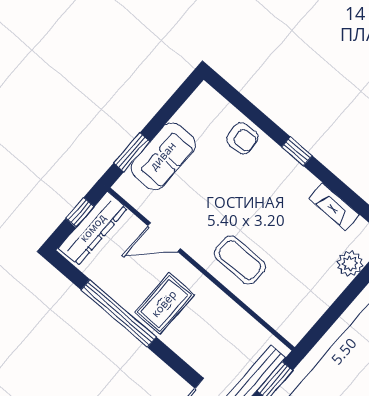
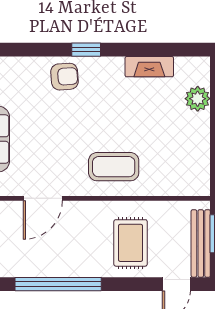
armchair: (242, 138) -> (65, 77), moved
rug: (164, 304) -> (131, 243), moved

